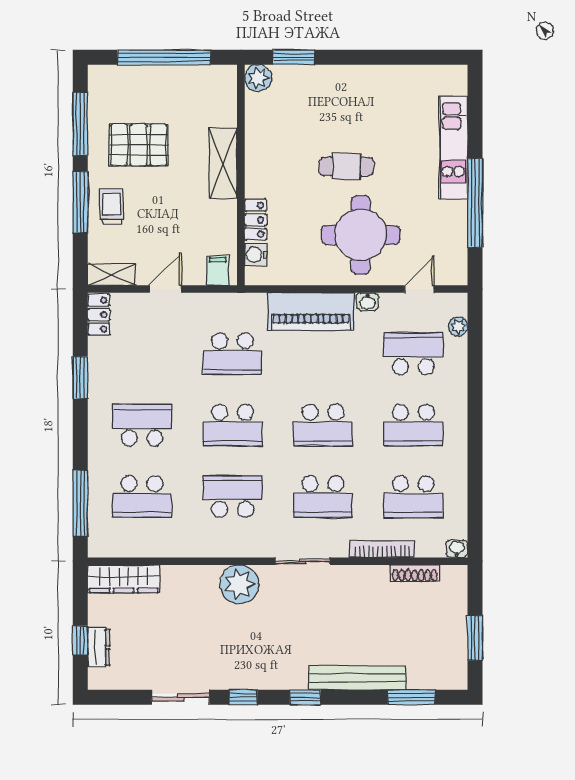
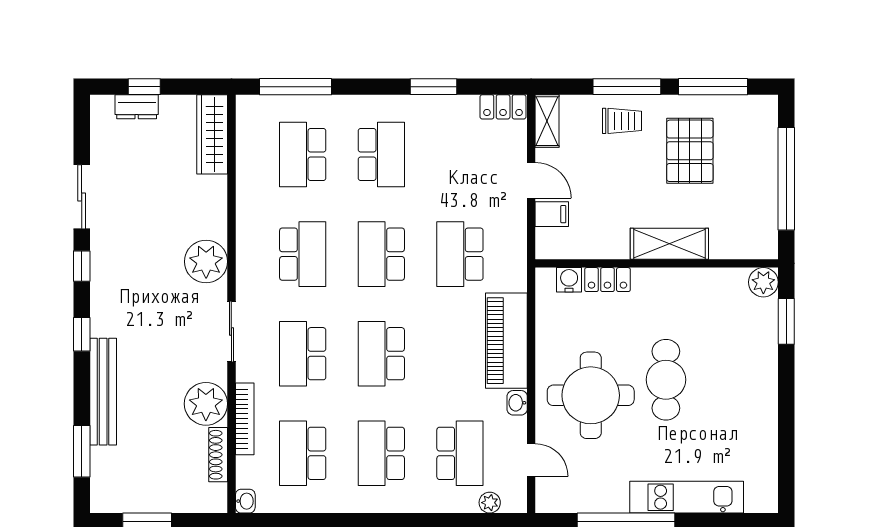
cafe table: (347, 167) -> (666, 380), width x1.37, depth x1.35
filing cabinet: (218, 270) -> (552, 214), moved
plant: (368, 584) -> (206, 404), added

